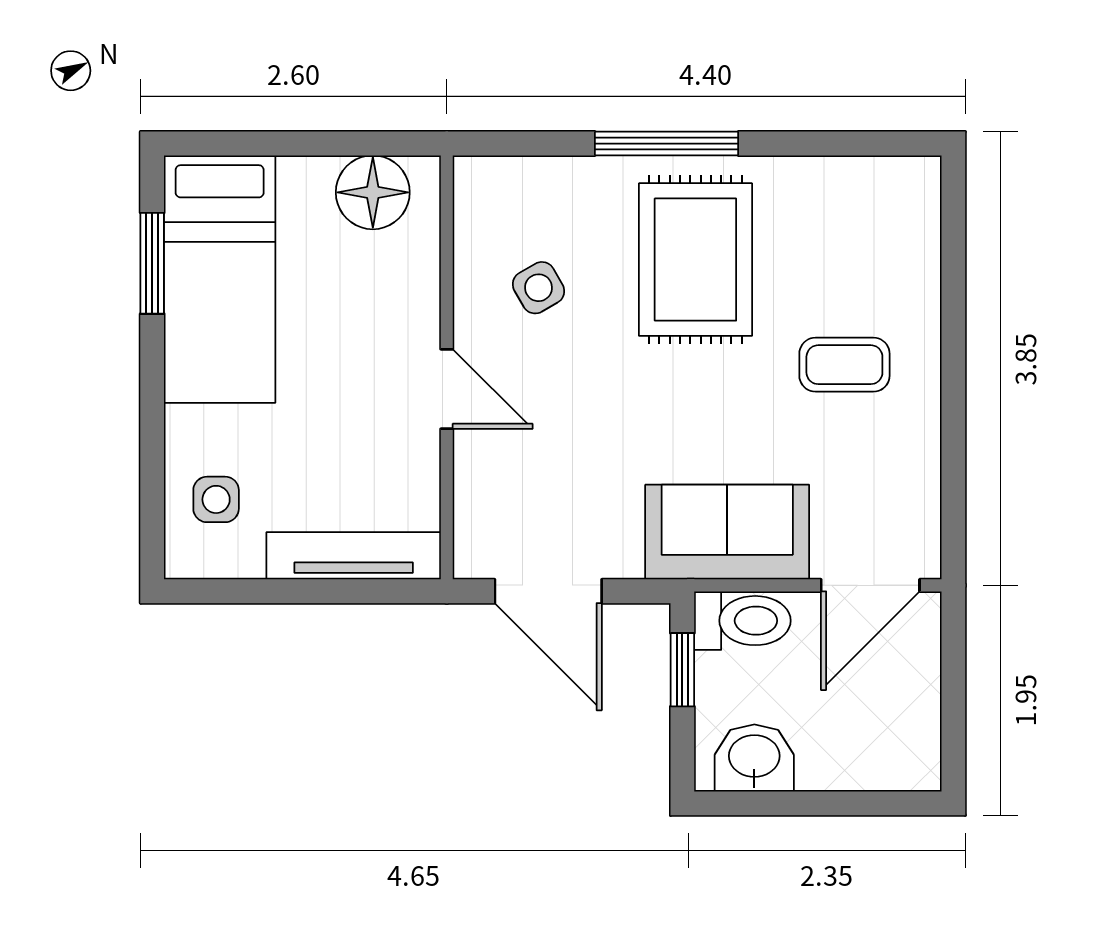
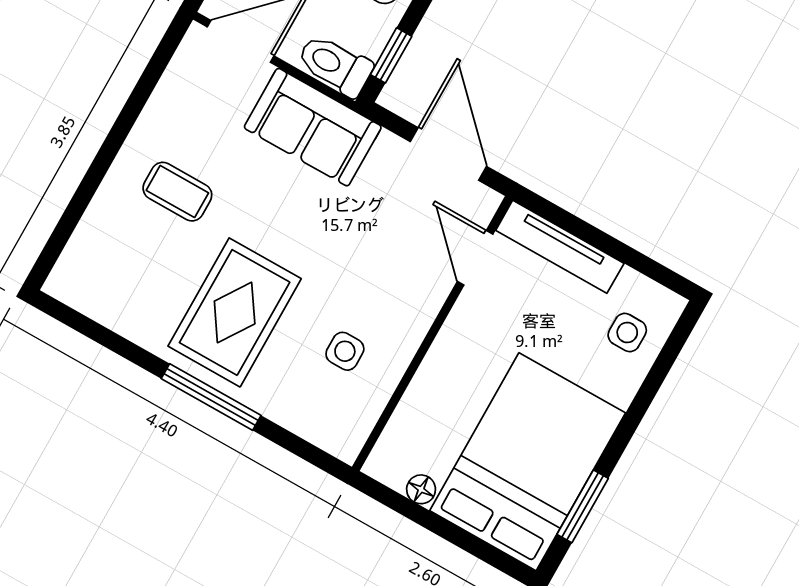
floor lamp: (373, 192) -> (421, 489), width x0.53, depth x0.53
bed: (220, 279) -> (528, 462), width x1.50
side table: (538, 288) -> (345, 351), turned 30
door: (447, 389) -> (475, 258), moved

